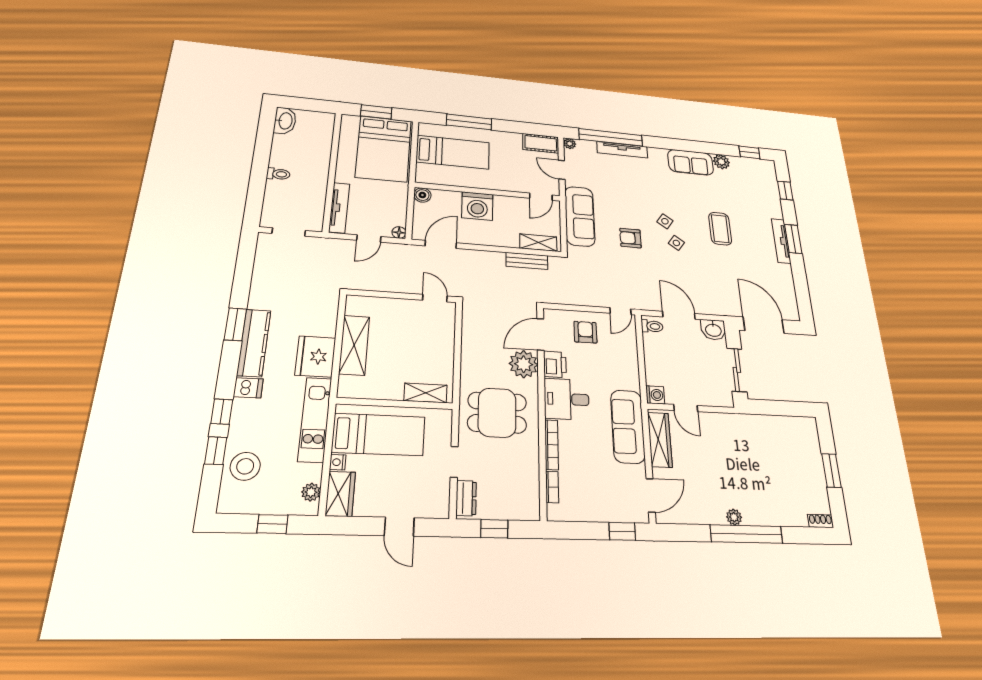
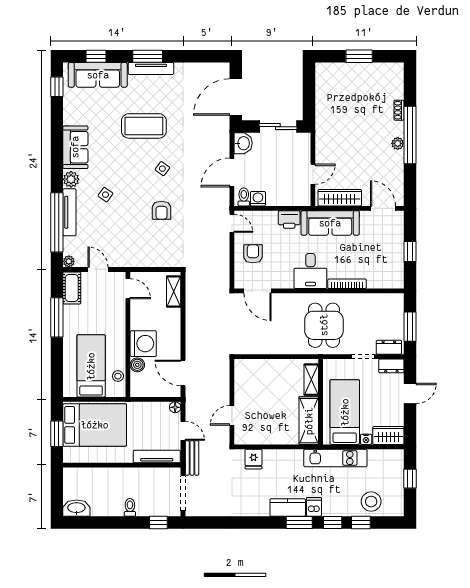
window: (469, 122) -> (57, 317), moved
plant: (721, 162) -> (71, 179), moved
door: (562, 170) -> (98, 269), swing flipped
stool: (440, 177) -> (118, 376), added
boiler: (422, 195) -> (137, 365), moved
window: (254, 202) -> (158, 522), added
sofa: (580, 216) -> (98, 75), moved, turned 180
side table: (665, 221) -> (105, 195), moved
coffee table: (720, 229) -> (144, 126), width x1.36, depth x1.32
doorway: (289, 232) -> (183, 493), width x1.38
bench: (527, 261) -> (192, 458), moved
door: (435, 298) -> (232, 415), moved
window: (235, 324) -> (299, 522), moved
armchair: (585, 332) -> (253, 254), turned 90
kitchen counter: (254, 343) -> (288, 508), width x0.67
shelving: (354, 345) -> (309, 421), moved, turned 90
fridge: (315, 356) -> (254, 459), moved, width x0.53, depth x0.75
plant: (524, 364) -> (284, 305), removed
printer: (555, 364) -> (289, 219), moved, turned 180
washing machine: (655, 395) -> (258, 199), moved
bookcase: (552, 487) -> (379, 284), removed
plant: (311, 492) -> (388, 455), removed
dresser: (440, 501) -> (391, 366), added
shoe rack: (821, 521) -> (399, 110), moved
window: (494, 529) -> (410, 327), width x1.50
window: (622, 531) -> (410, 251), moved

